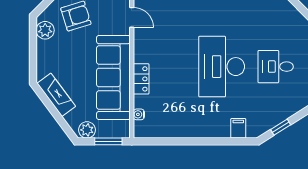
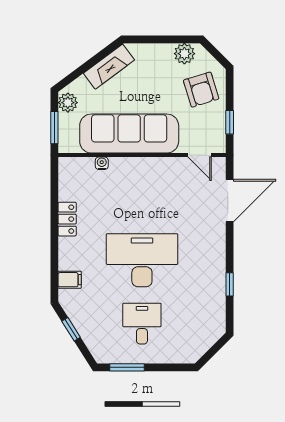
door: (132, 17) -> (200, 155), hinge flipped
locker: (141, 79) -> (67, 219), moved, turned -90
water cooler: (139, 114) -> (102, 163), moved

